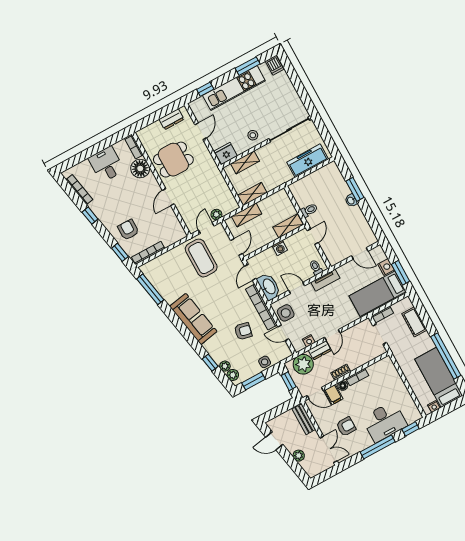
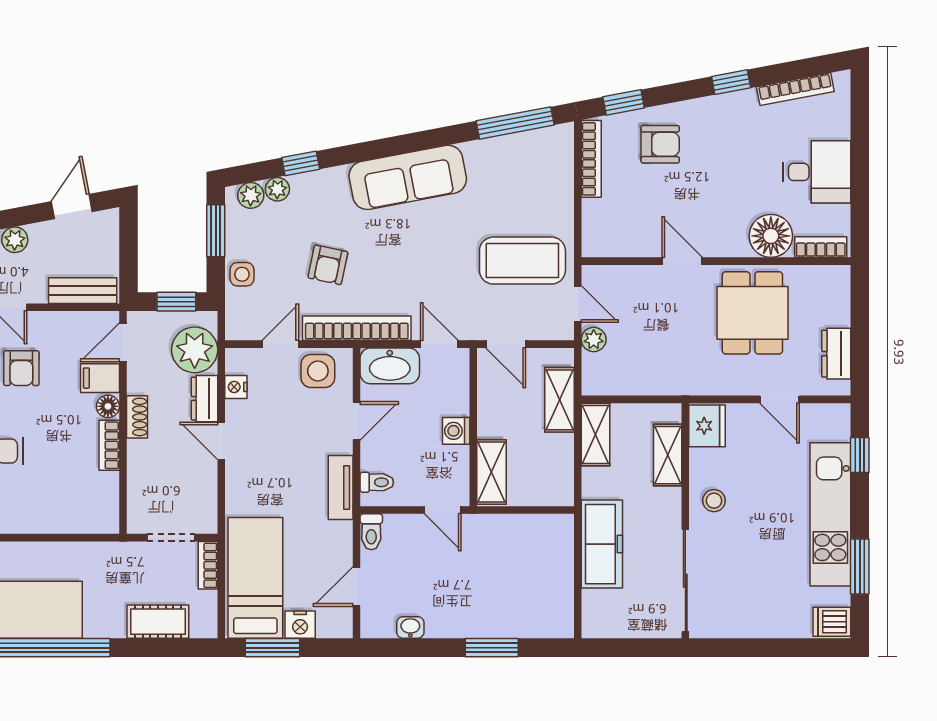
freezer: (308, 161) -> (602, 544), moved
washbasin: (351, 200) -> (410, 627), moved
toilet: (309, 210) -> (371, 532), moved

